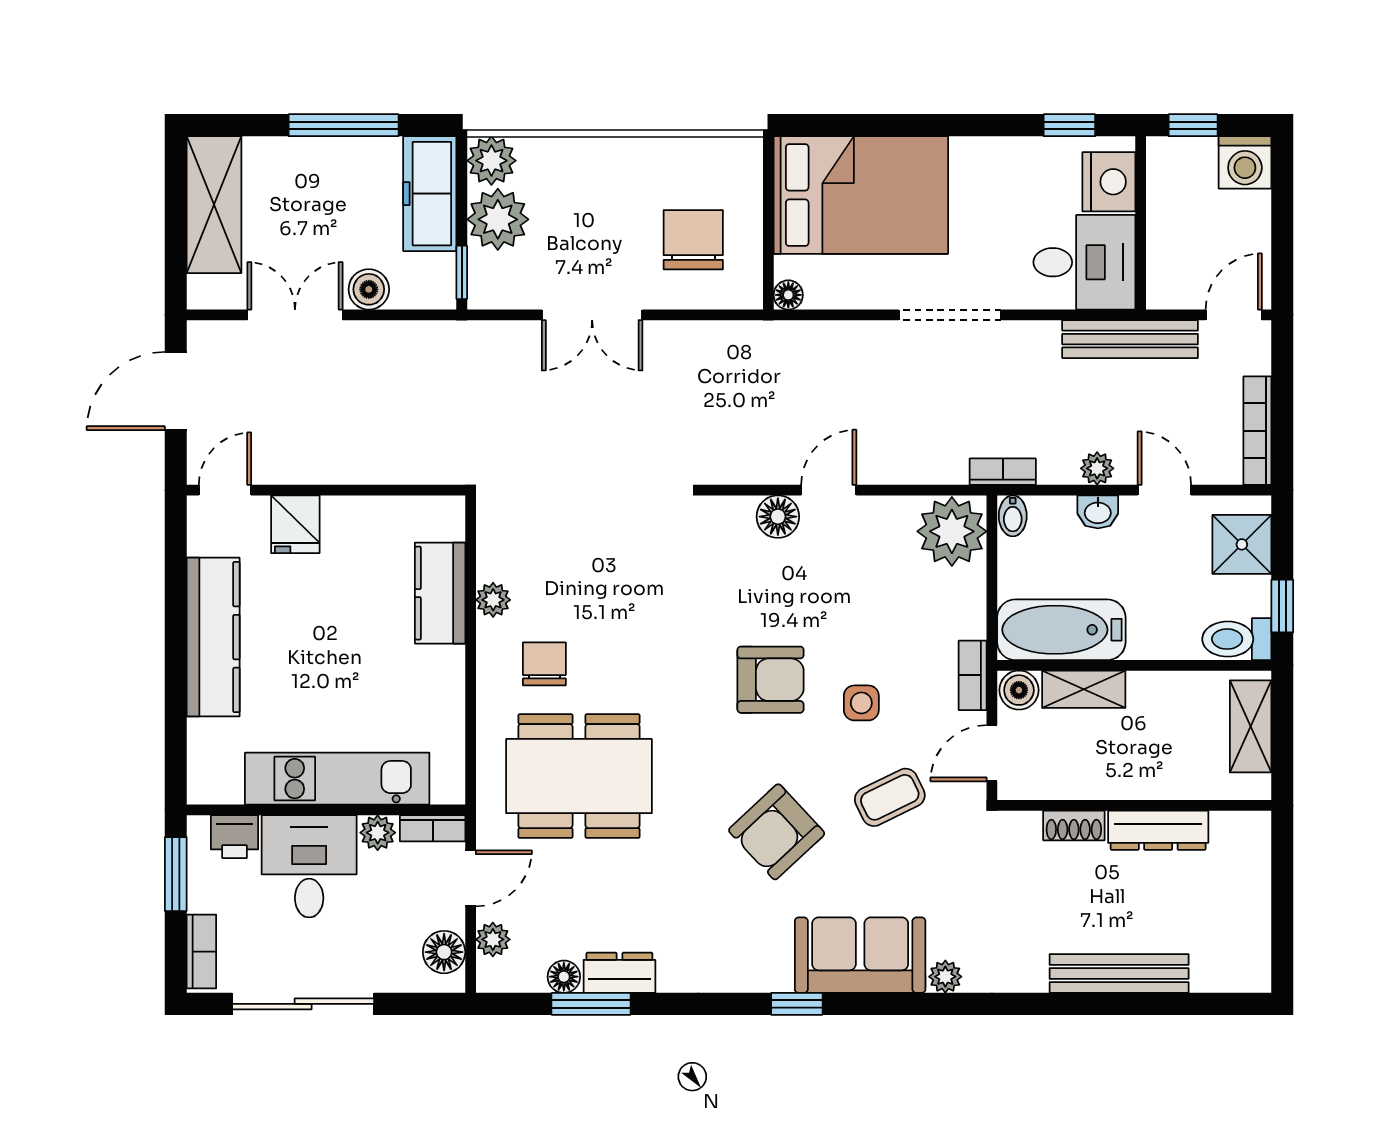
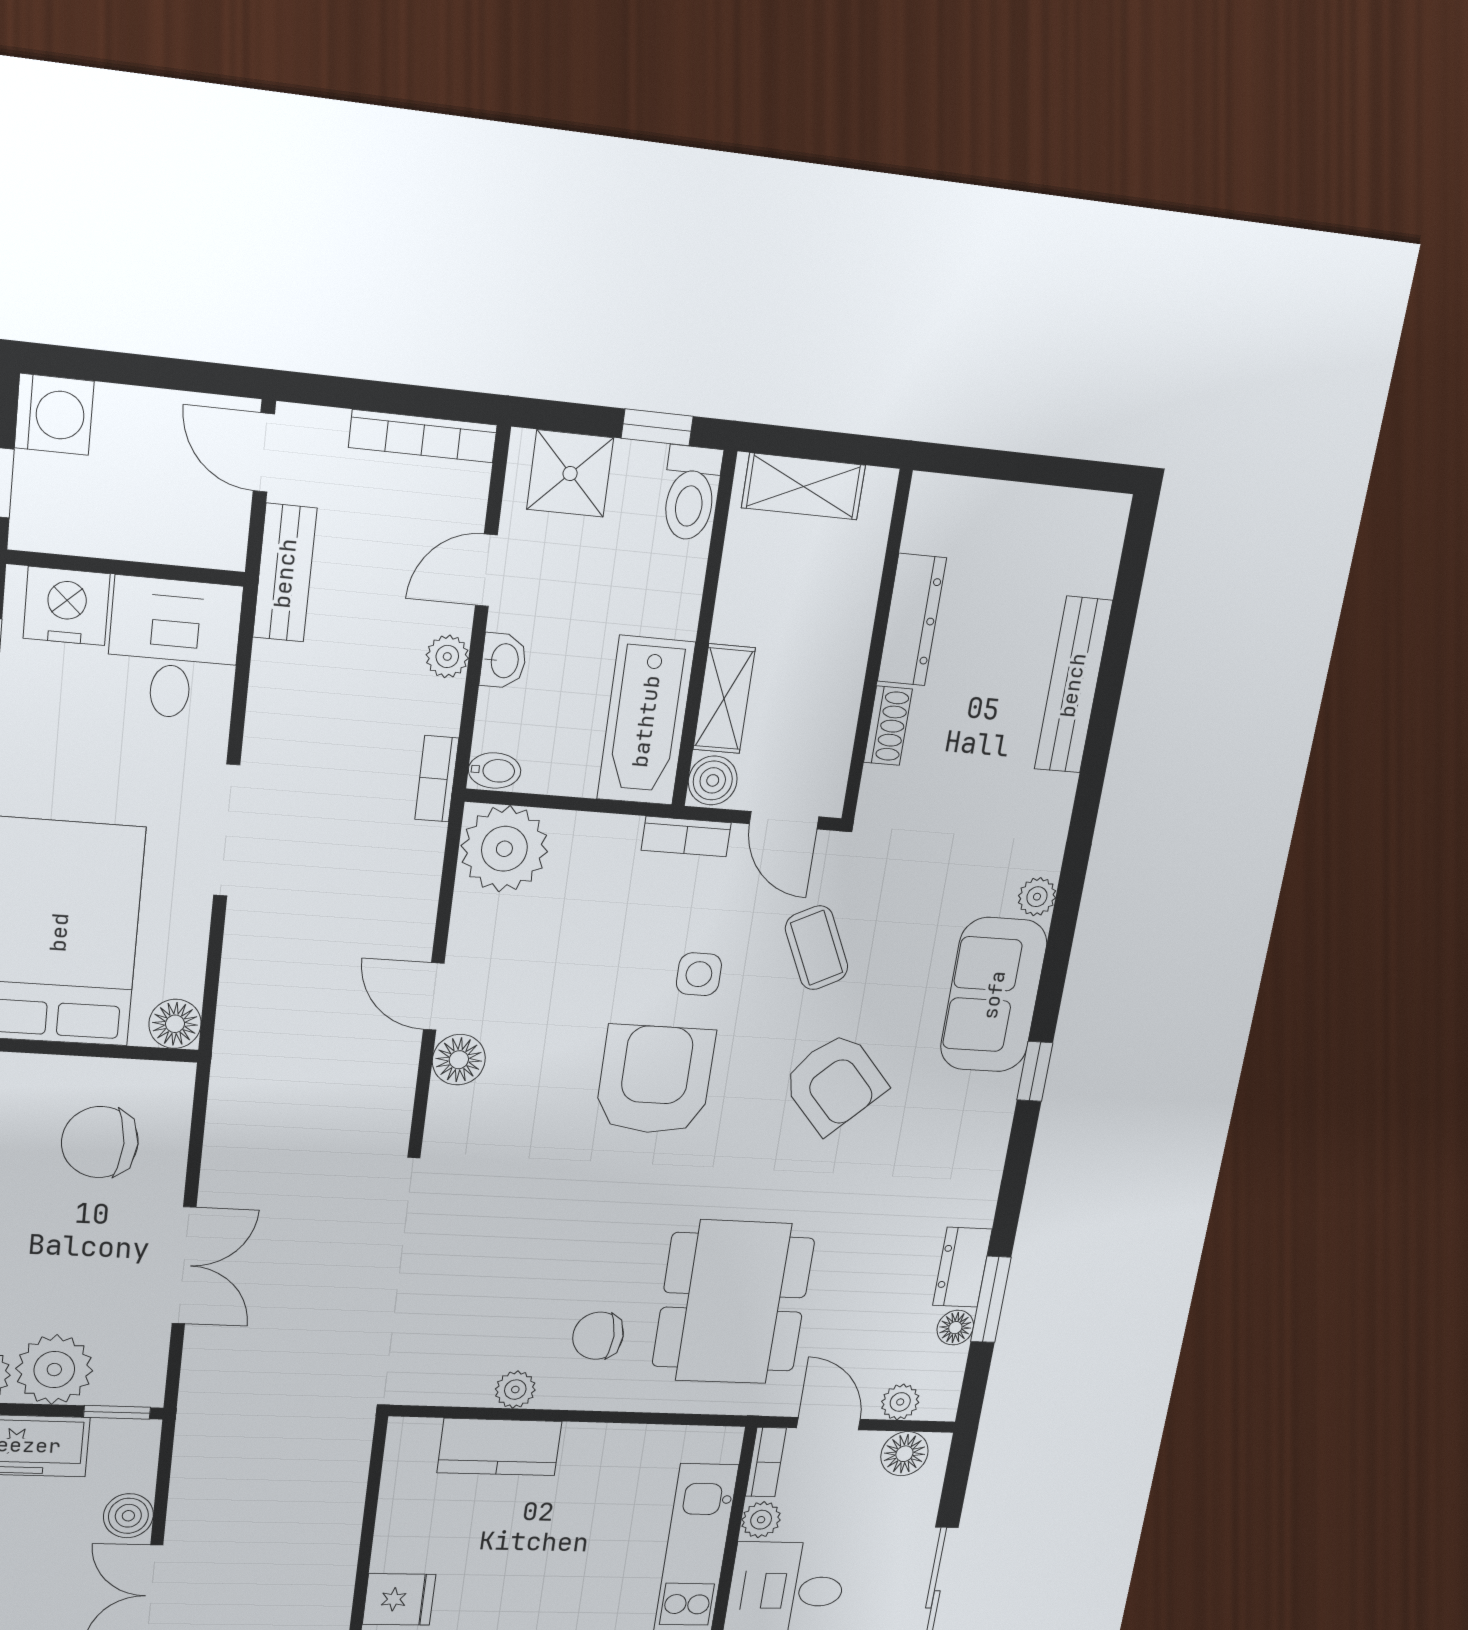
floor lamp: (788, 295) -> (175, 1024), width x1.37, depth x1.37
bench: (1130, 339) -> (285, 573), width x0.73
armchair: (770, 680) -> (655, 1080), width x1.36, depth x1.36

